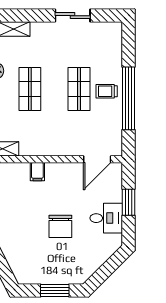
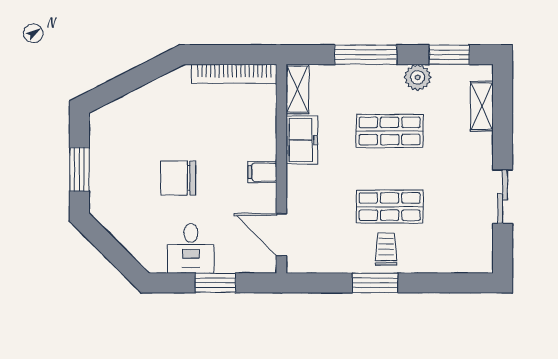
window: (129, 98) -> (375, 283), width x0.47
freezer: (36, 146) -> (302, 140), added
filing cabinet: (37, 172) -> (262, 172), moved

